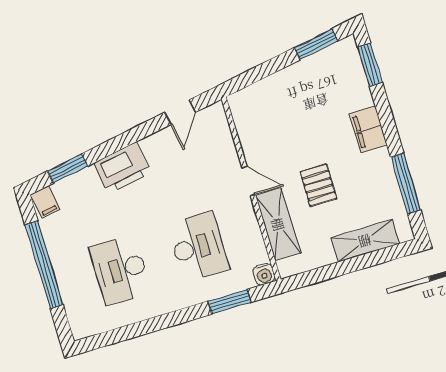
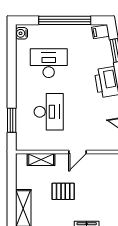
shelving: (278, 224) -> (41, 159), width x0.67, depth x0.75
desk: (198, 246) -> (49, 112), turned -90
water cooler: (264, 274) -> (22, 33), moved

